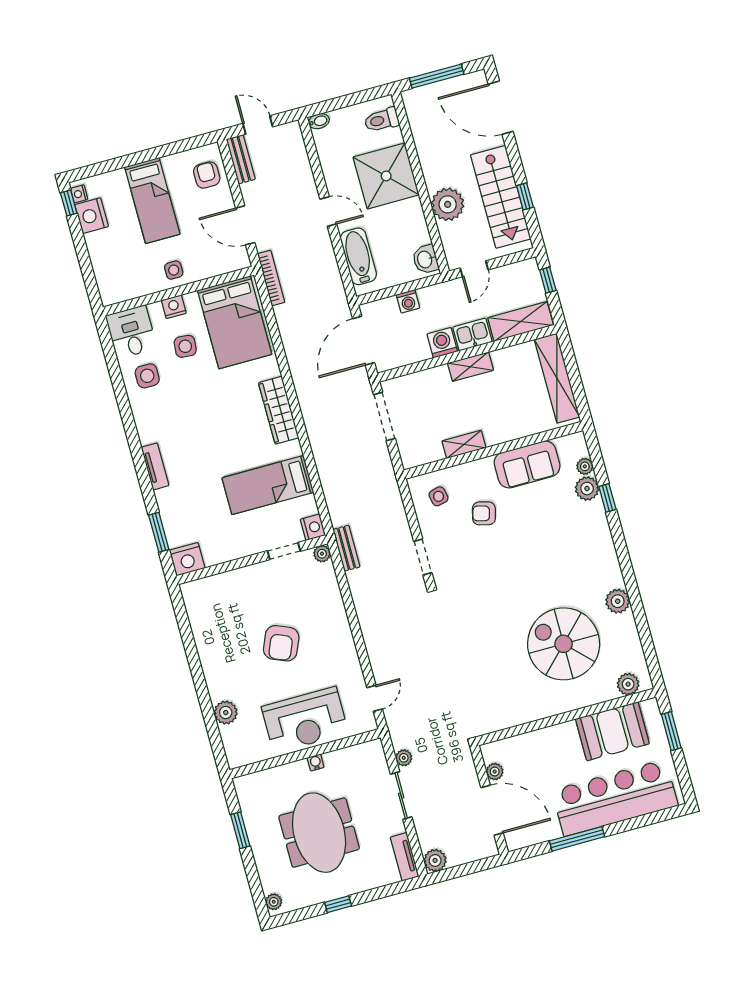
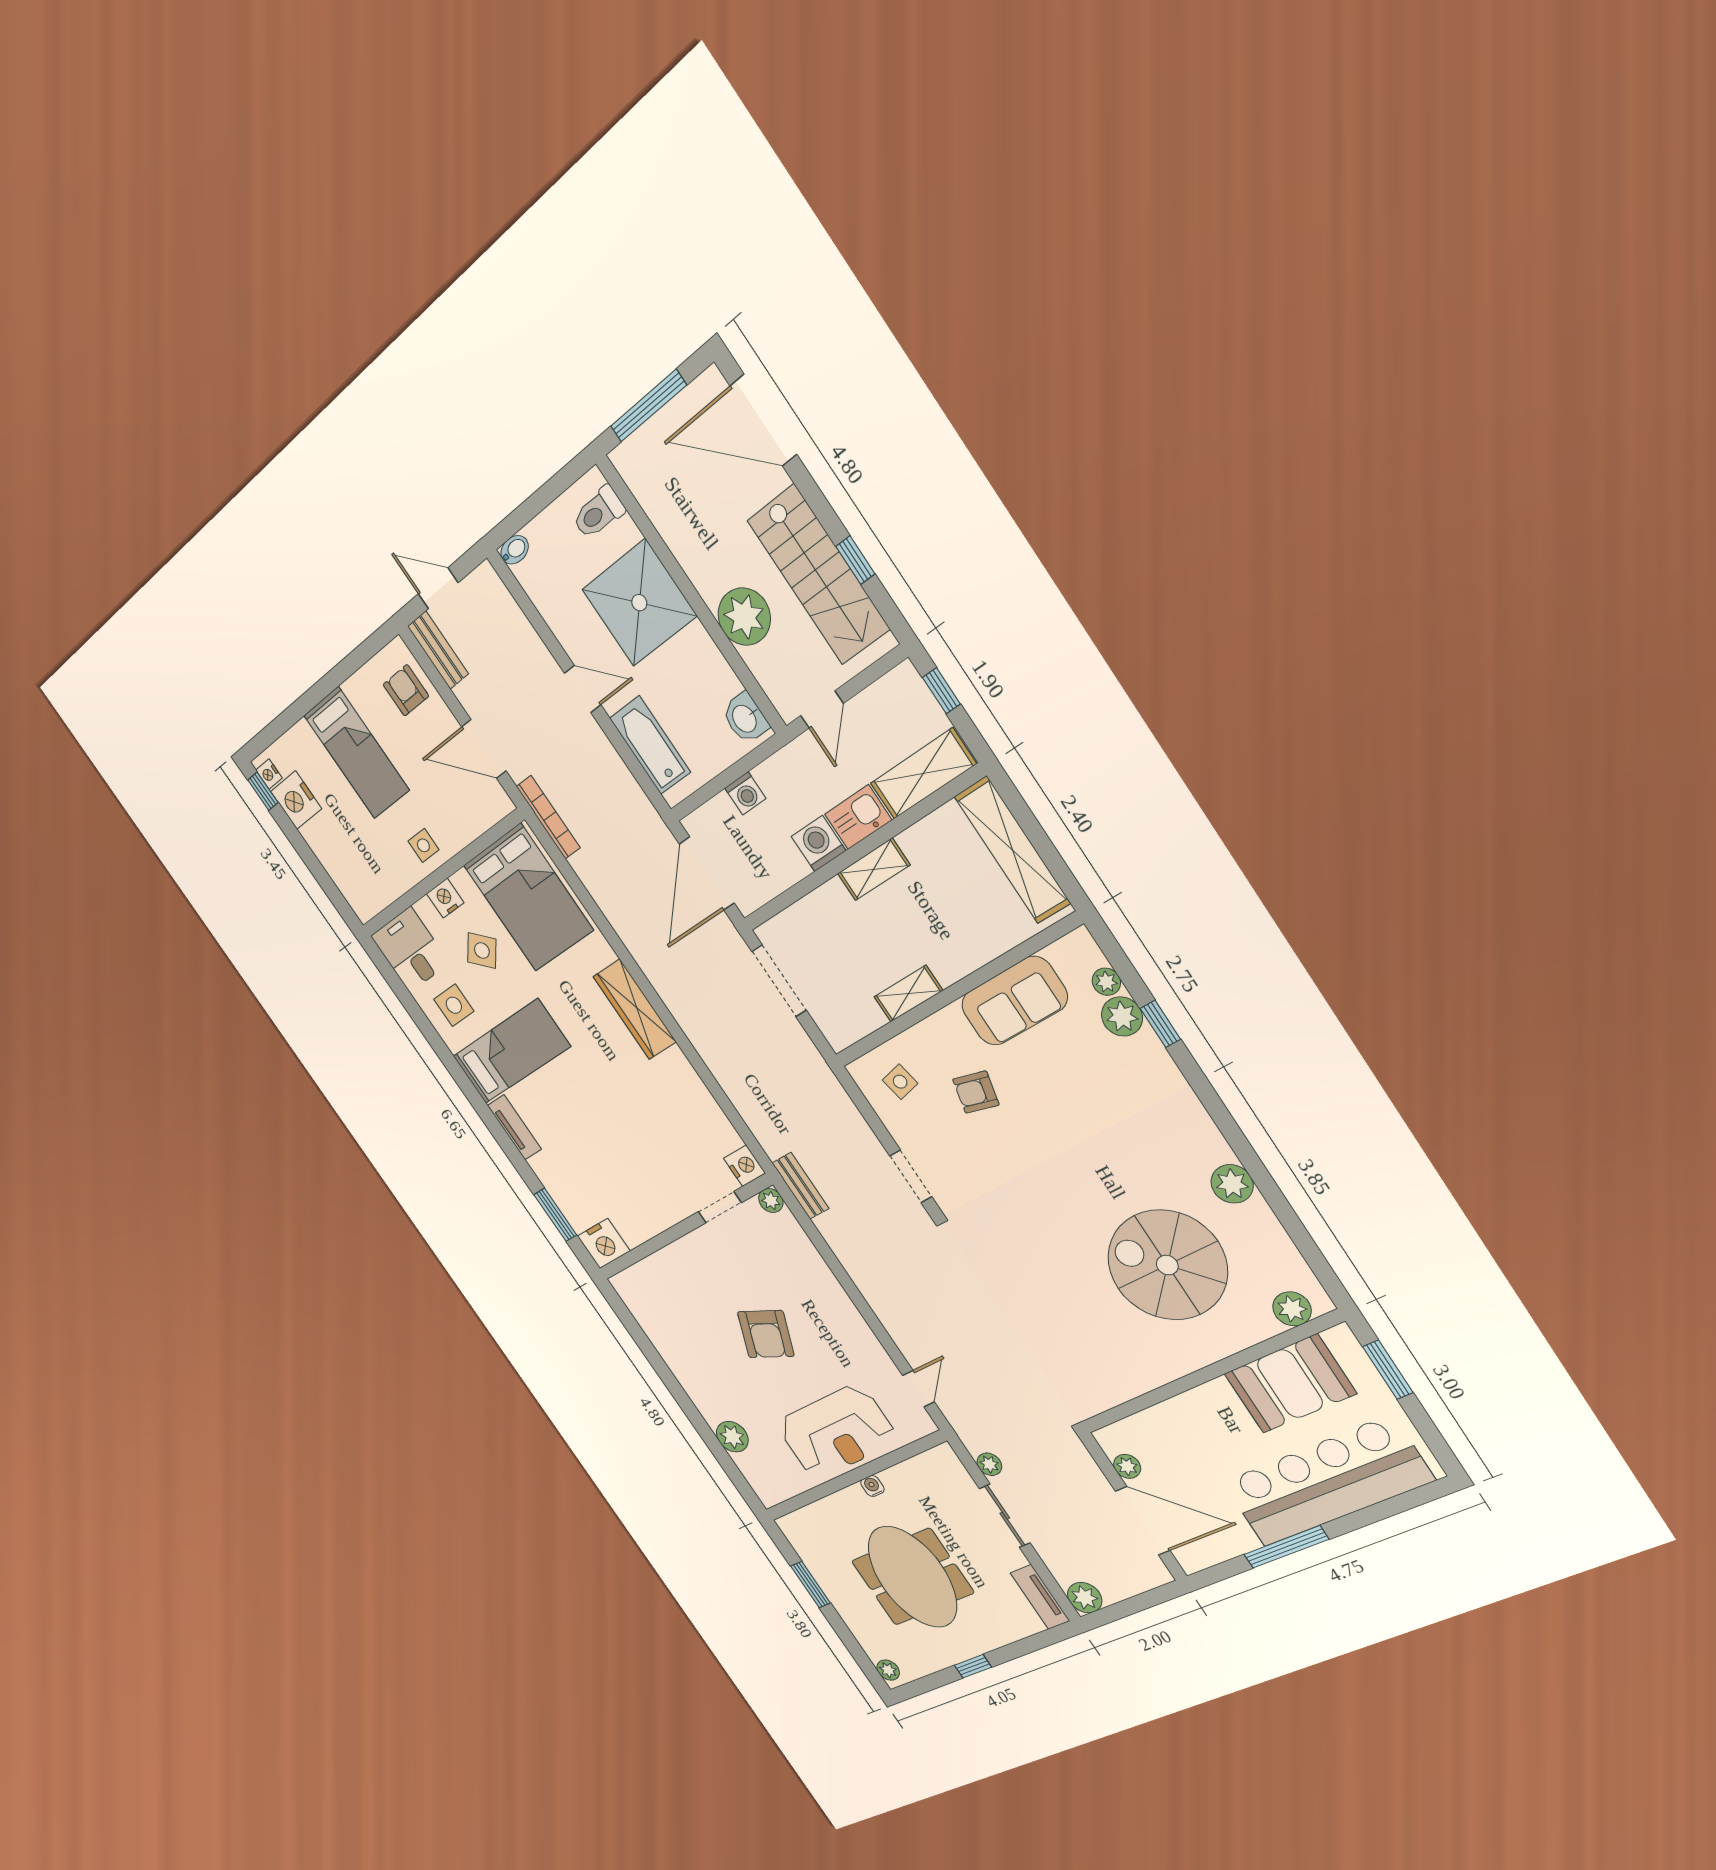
side table: (185, 346) -> (482, 951), turned 37
bed: (268, 485) -> (511, 1051), moved, turned 180

